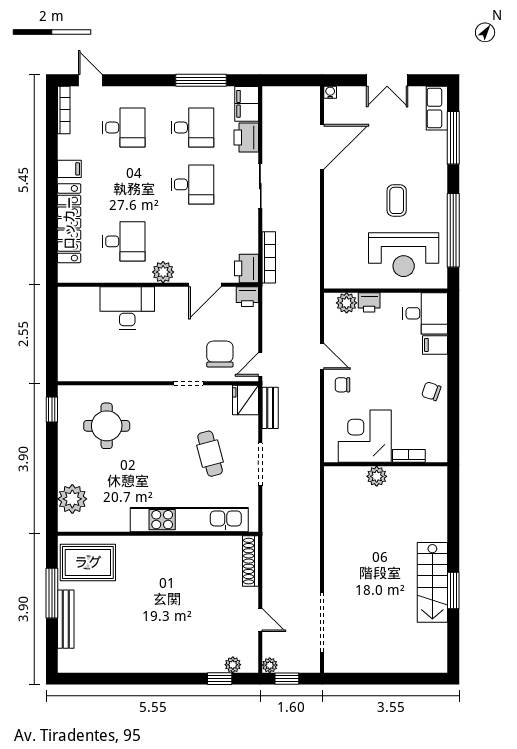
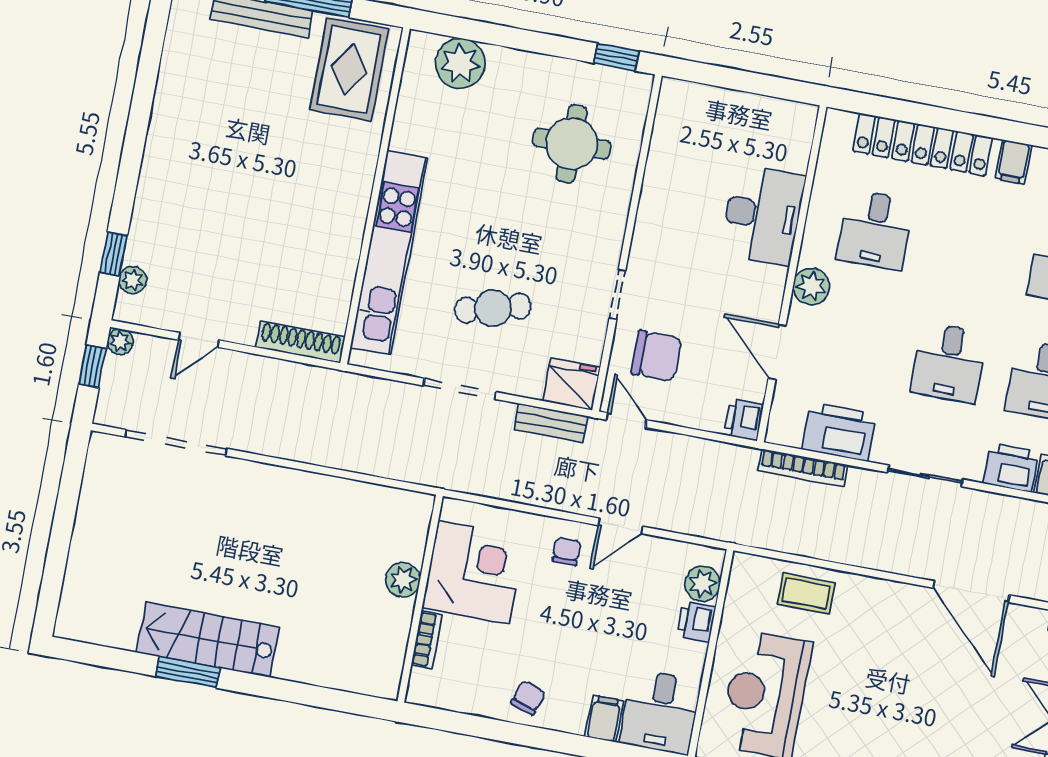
coffee table: (397, 200) -> (806, 593), moved
printer: (246, 268) -> (839, 432), moved, width x1.37, depth x1.19

